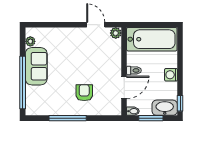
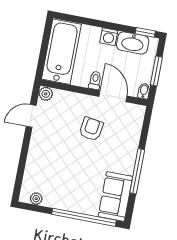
sofa: (36, 66) -> (115, 197), moved, turned -90
armchair: (84, 93) -> (91, 129), moved, turned 99
washbasin: (165, 108) -> (133, 43), moved, turned -90

